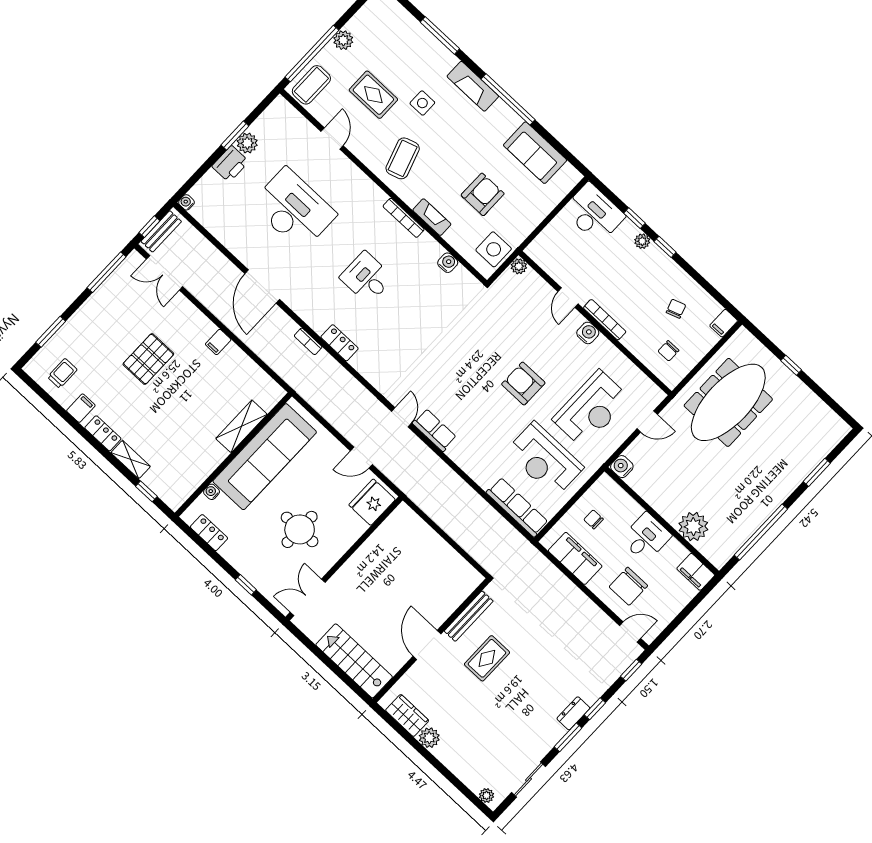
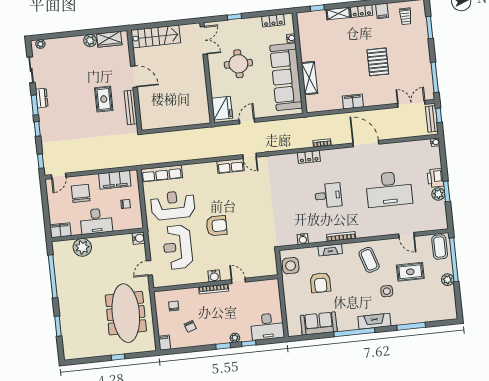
plant: (519, 266) -> (273, 271), removed
filing cabinet: (218, 342) -> (353, 102), width x2.00
desk: (646, 537) -> (96, 221), width x1.37
dresser: (573, 713) -> (42, 98), moved

